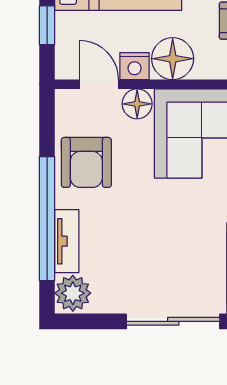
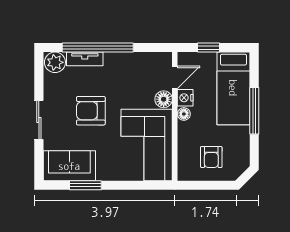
floor lamp: (173, 59) -> (184, 114), width x0.53, depth x0.53
armchair: (86, 162) -> (91, 111), moved
sliding door: (173, 321) -> (39, 120), width x0.73

